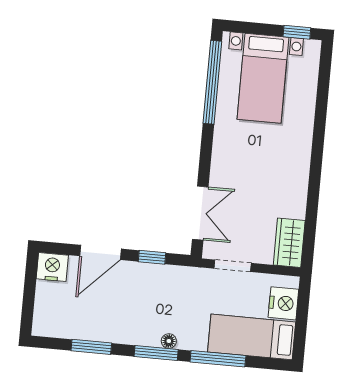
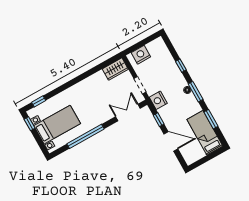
window: (324, 74) -> (39, 101), added
window: (212, 82) -> (85, 136), moved
nightstand: (52, 267) -> (158, 100), moved
bed: (252, 337) -> (205, 133), moved, turned 180
window: (218, 359) -> (181, 66), width x0.46

